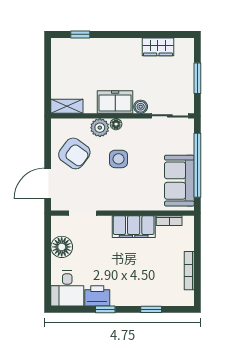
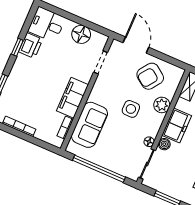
floor lamp: (116, 124) -> (149, 142), moved
sofa: (179, 181) -> (89, 125), moved, turned 90

